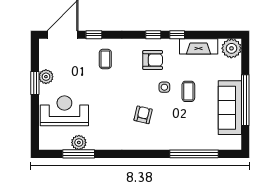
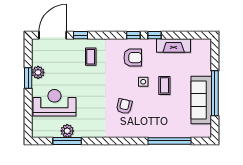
plant: (231, 48) -> (203, 47), removed

